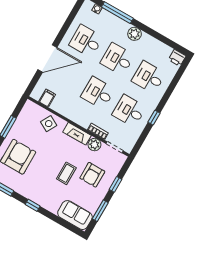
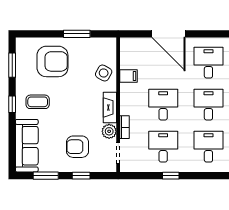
filing cabinet: (47, 98) -> (128, 76), moved
coffee table: (66, 173) -> (38, 102), moved
sofa: (75, 215) -> (27, 146), width x1.36

